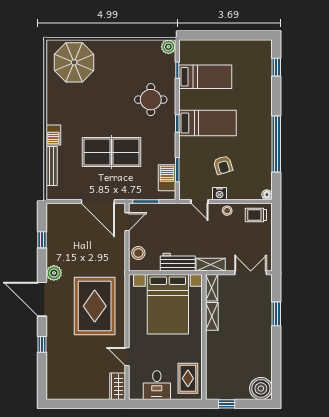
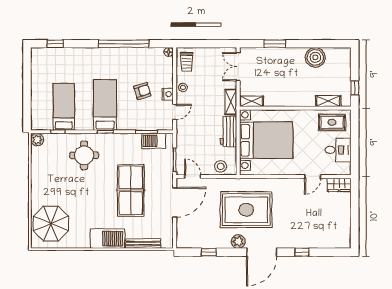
barbecue: (53, 135) -> (108, 239), width x1.88, depth x1.53
rug: (95, 306) -> (246, 210), moved
shelving: (212, 316) -> (328, 101), moved
boiler: (261, 388) -> (315, 57), moved

